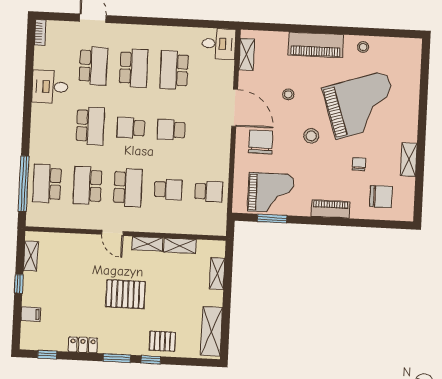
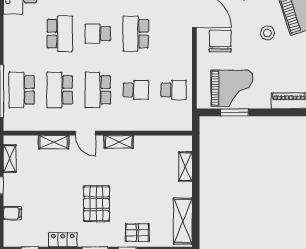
school desk: (171, 130) -> (136, 34), width x1.85
school desk: (128, 188) -> (98, 90), turned 180
shelving: (180, 246) -> (54, 142), moved
pallet: (125, 294) -> (96, 204), moved, turned 90

